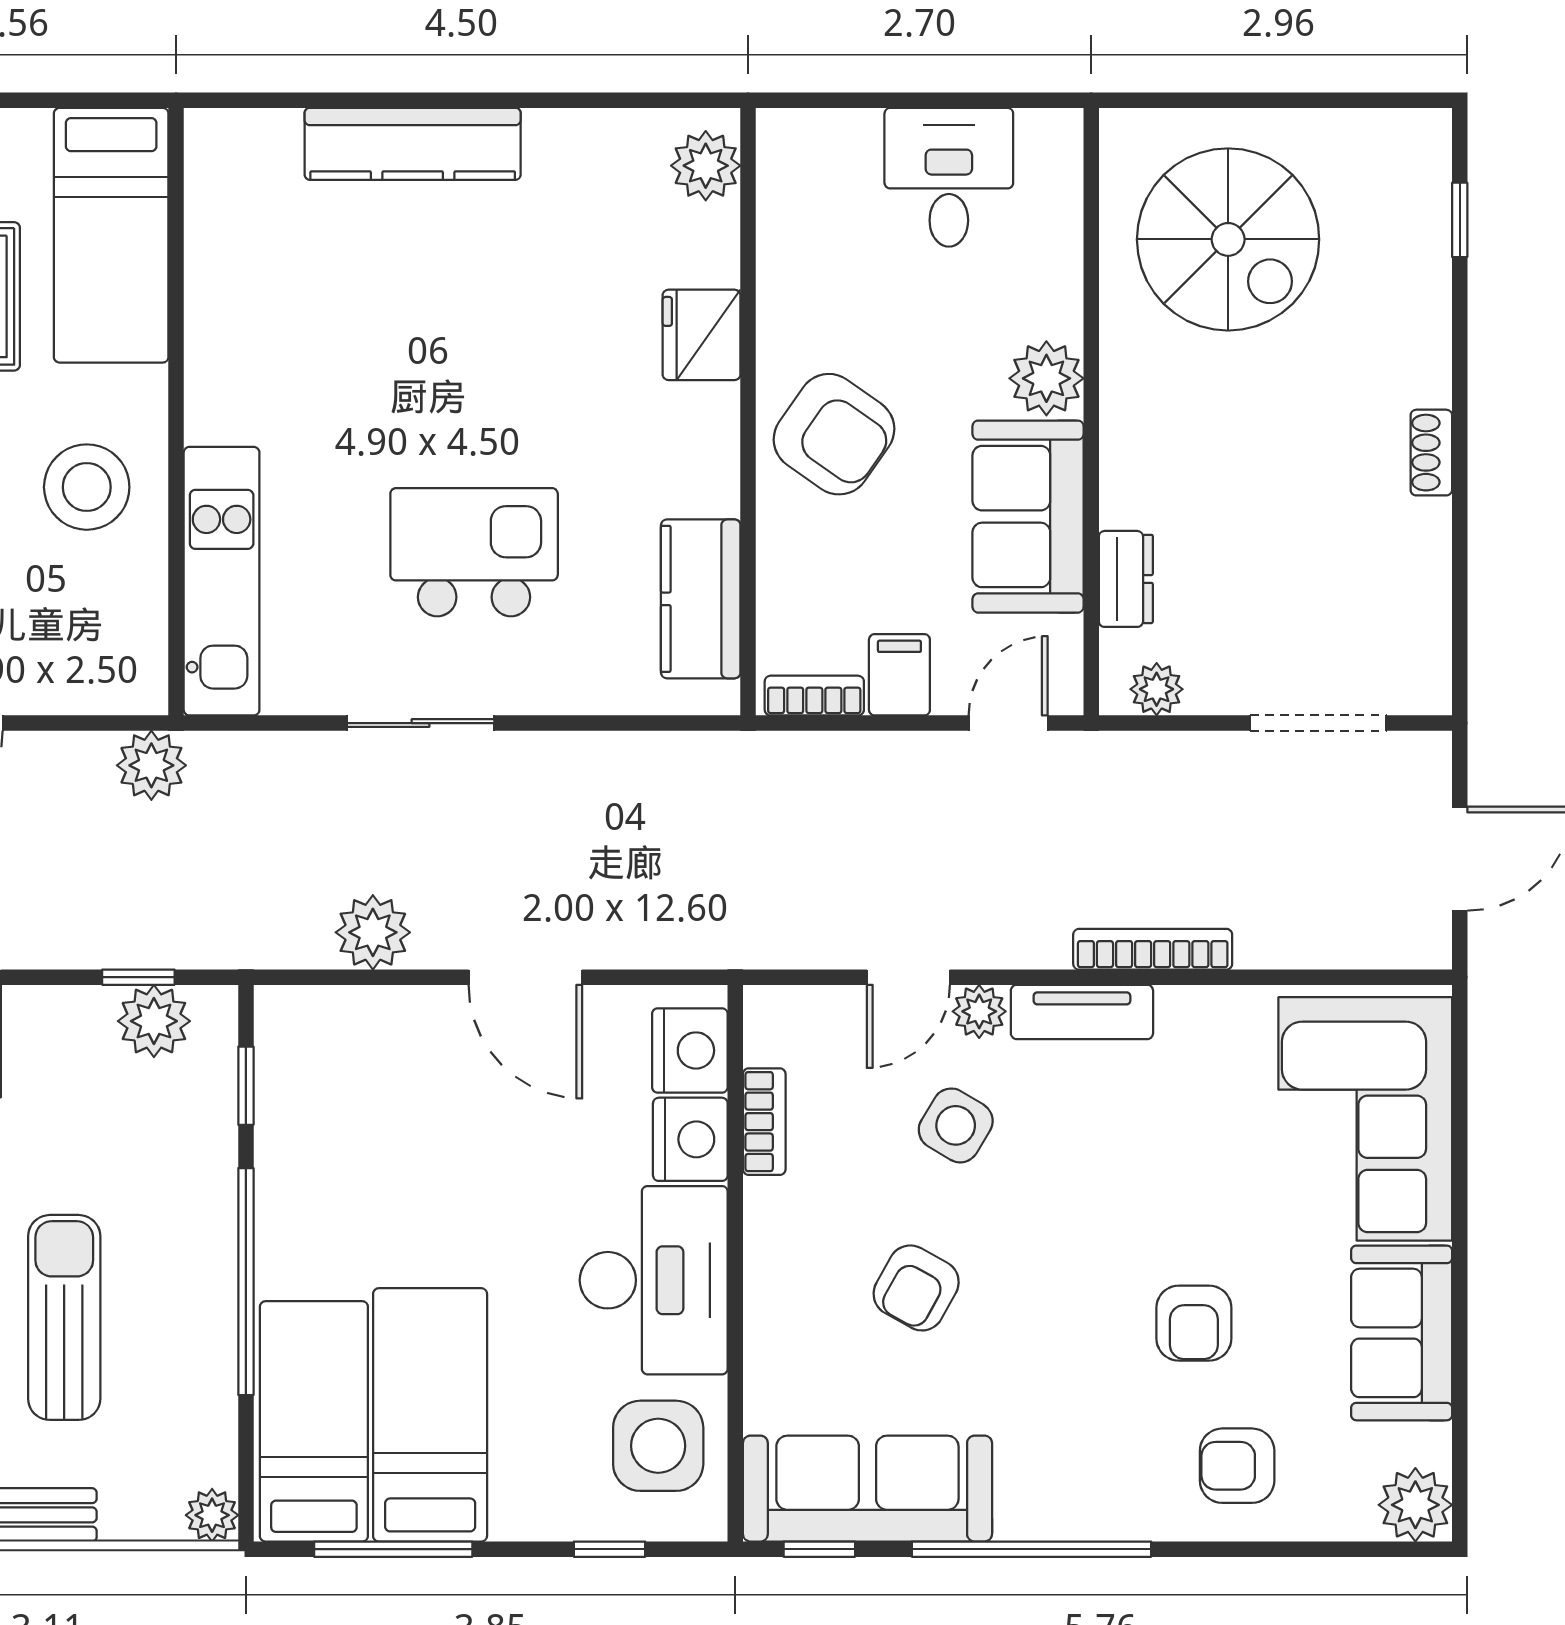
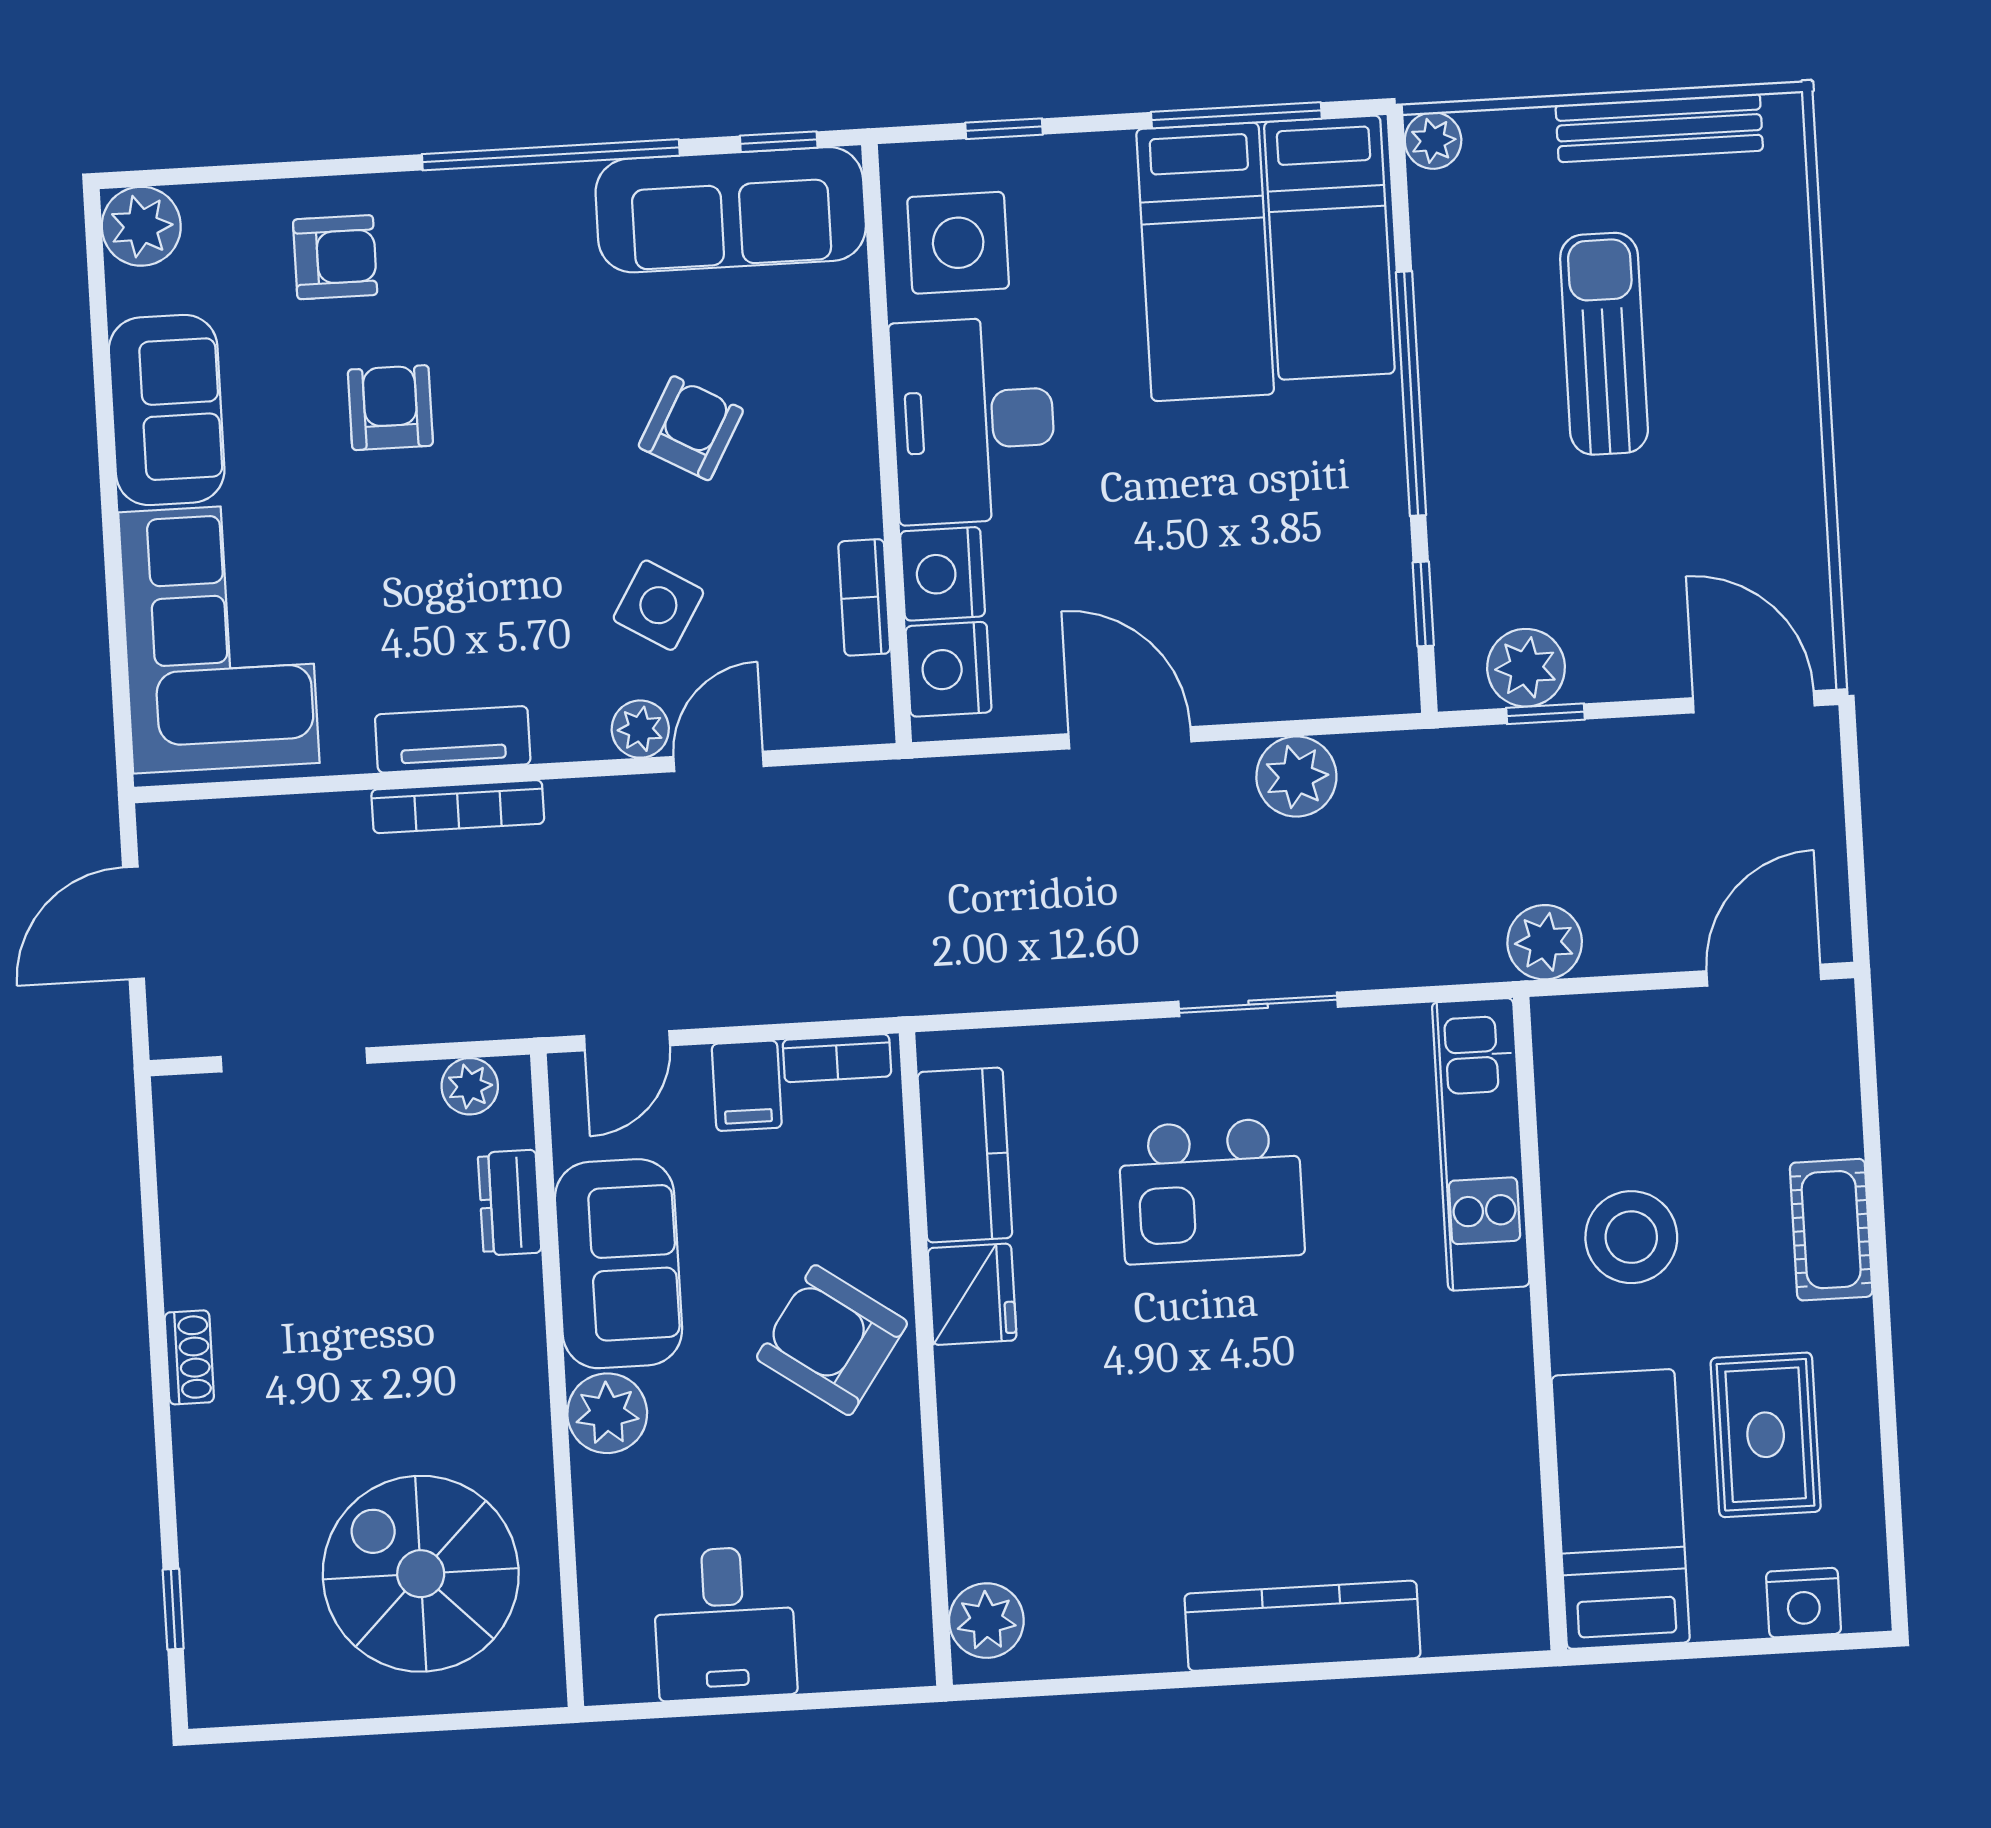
fridge: (702, 335) -> (972, 1294), moved
tv unit: (1082, 1012) -> (453, 739), moved
sun lounger: (64, 1317) -> (1604, 344), turned 180

